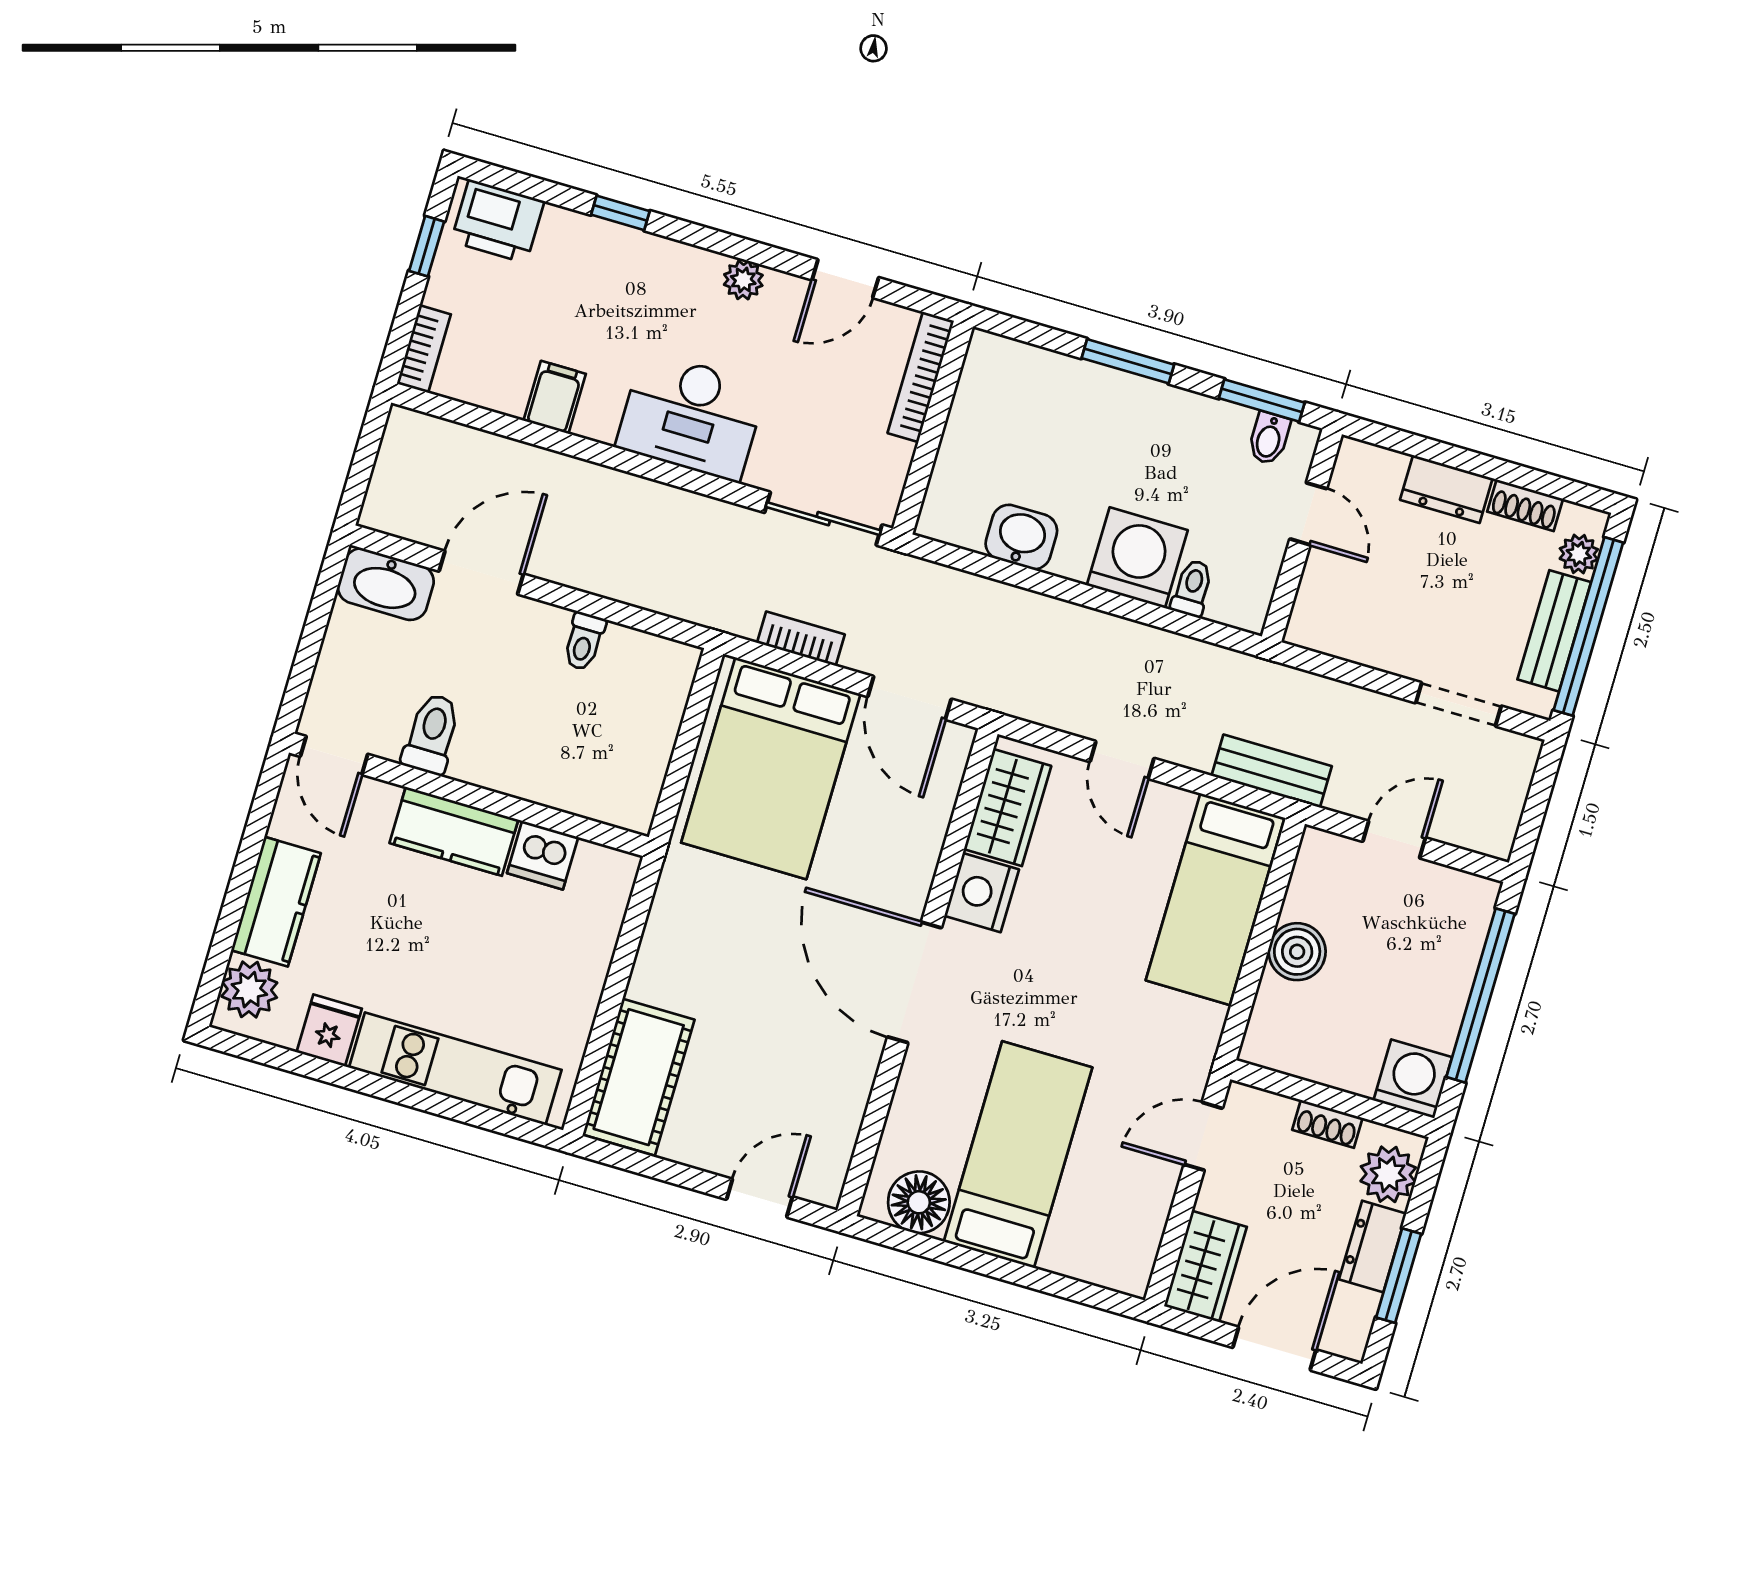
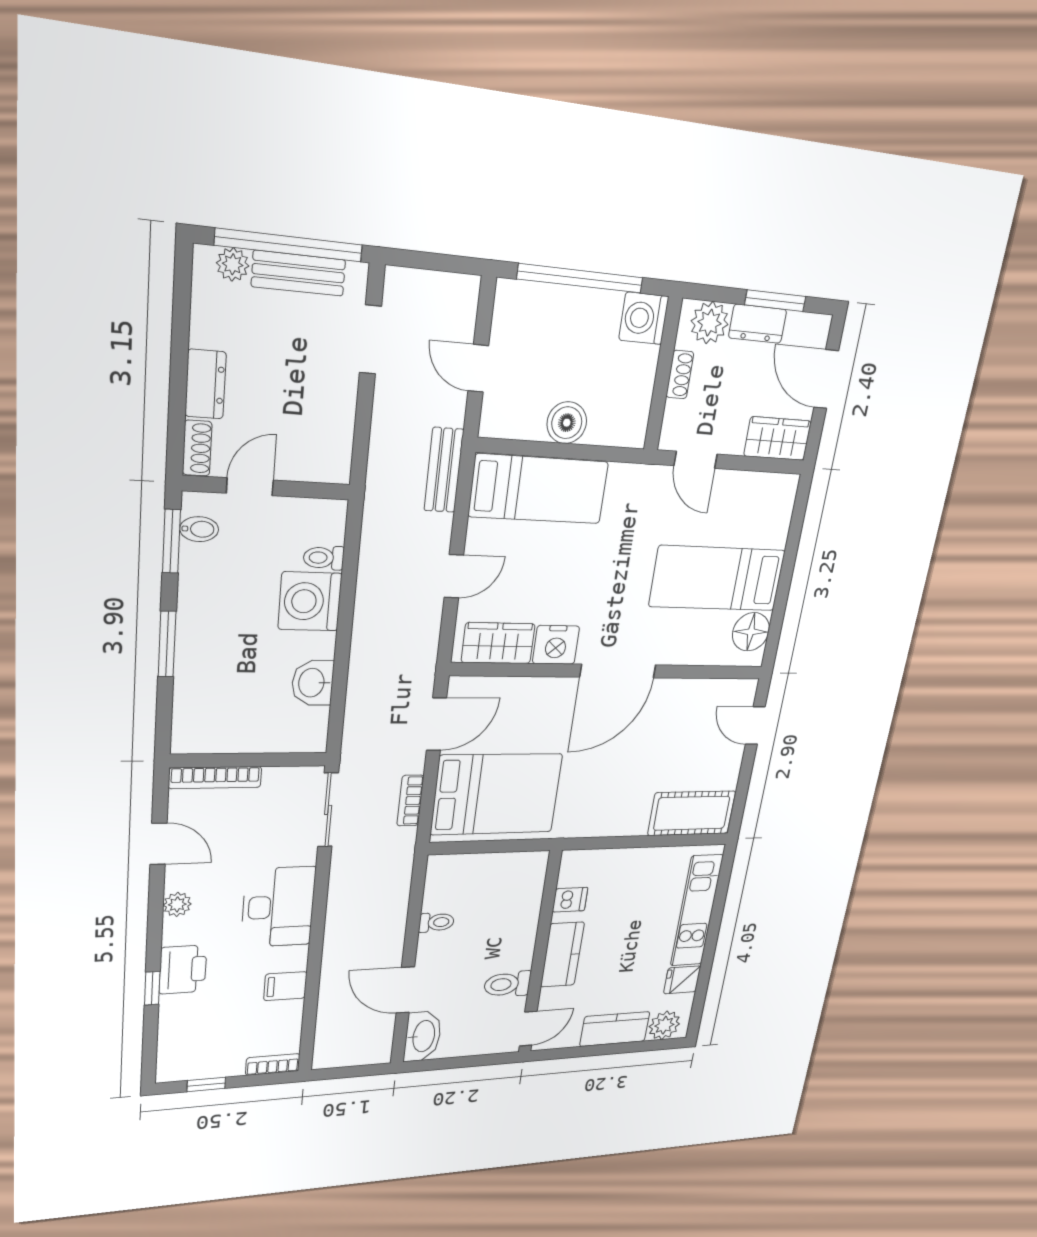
printer: (498, 221) -> (183, 970), moved
shoe rack: (1525, 505) -> (197, 448), moved
dishwasher: (543, 855) -> (570, 900), width x0.73

